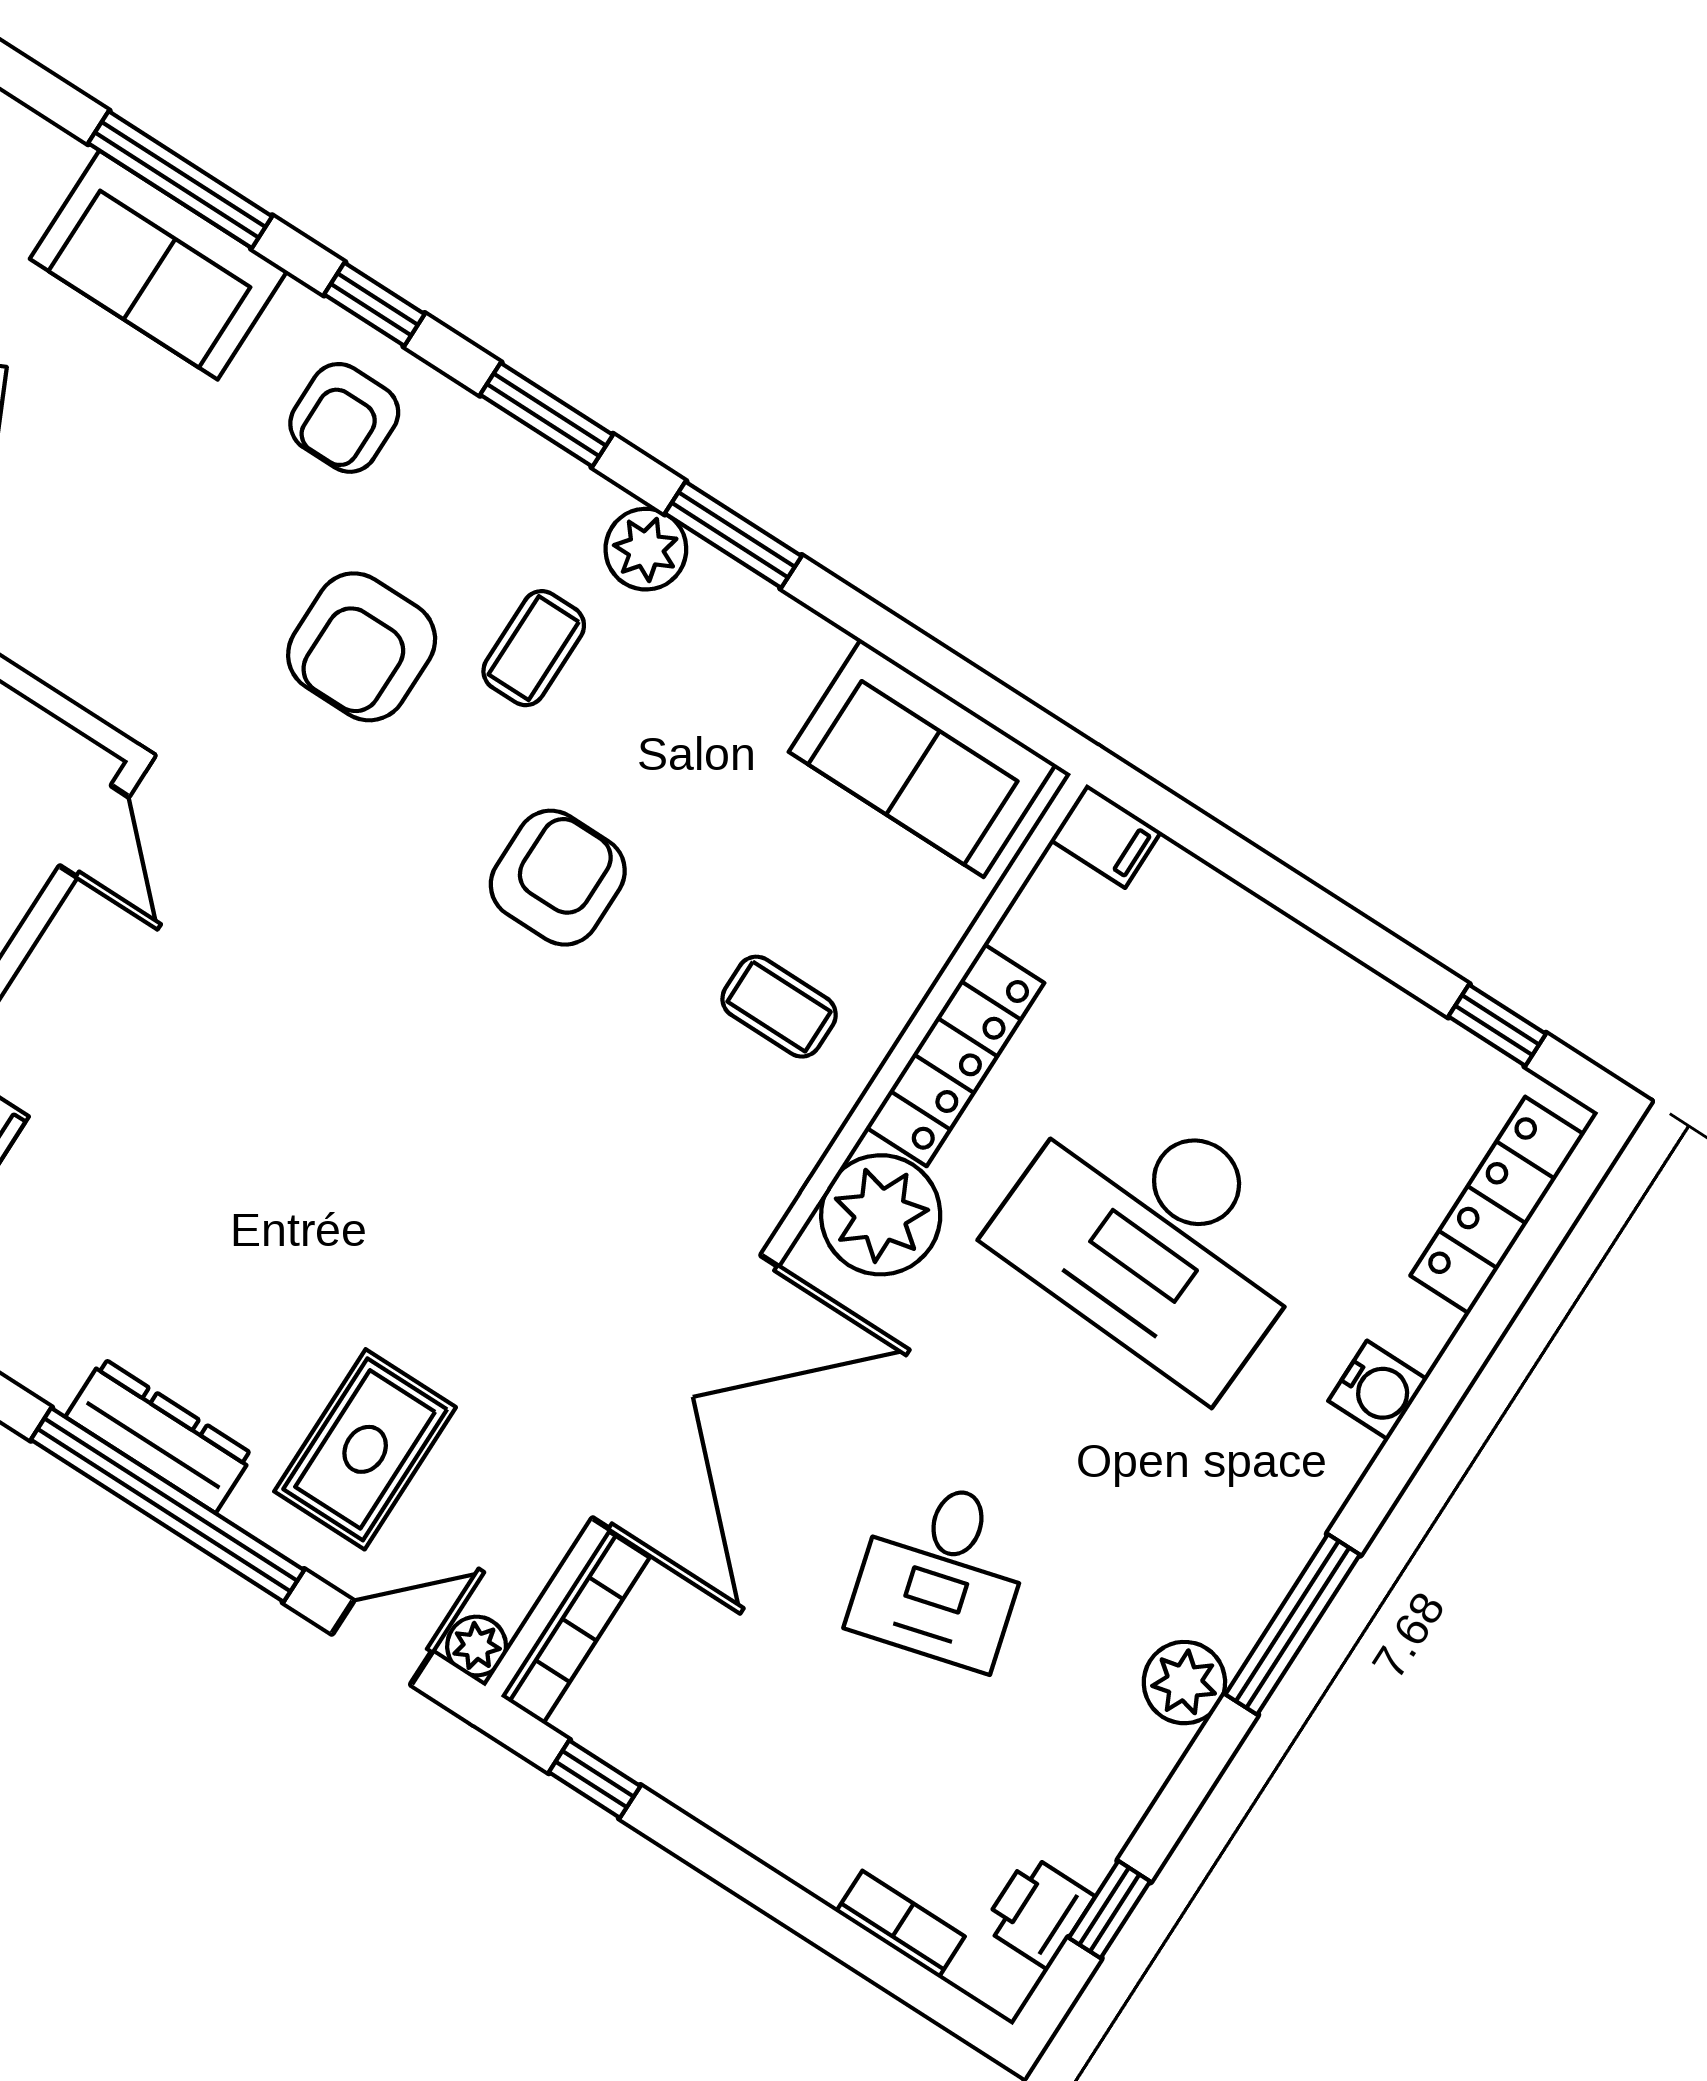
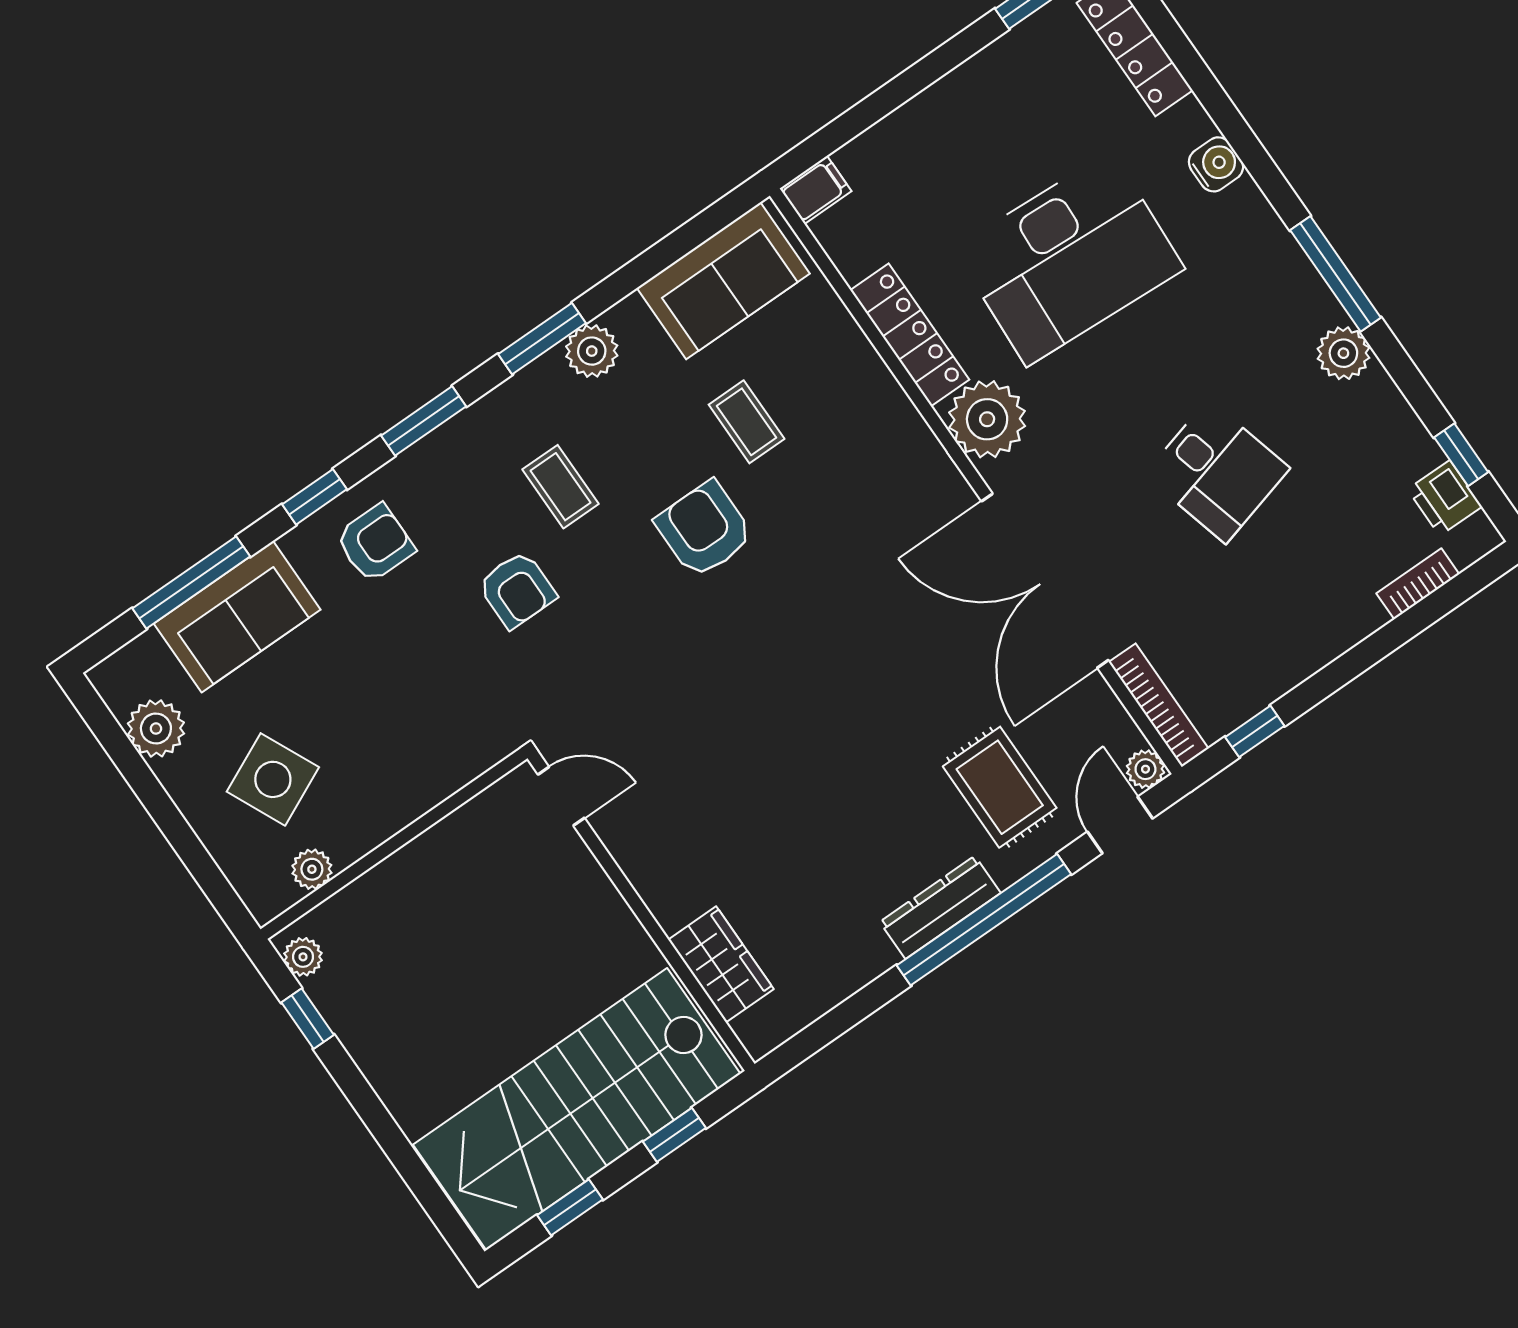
armchair: (344, 418) -> (375, 543), turned -90
plant: (646, 549) -> (592, 351), moved
armchair: (362, 647) -> (517, 590), width x0.72, depth x0.72
coffee table: (779, 1007) -> (747, 422), moved, turned 90
double door: (685, 1392) -> (1045, 581), swing flipped

